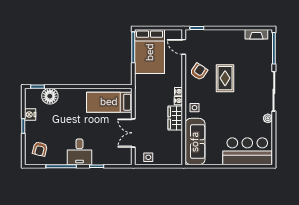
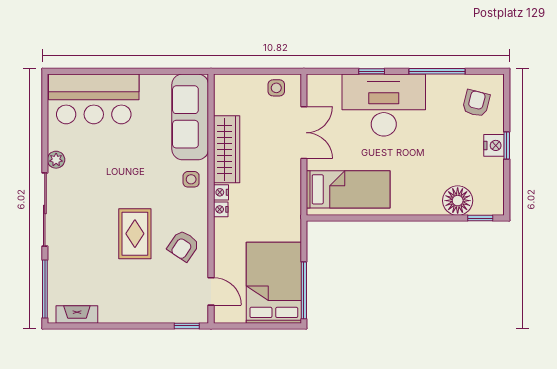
nightstand: (30, 115) -> (494, 145), moved
wardrobe: (175, 118) -> (227, 149), width x1.50
desk: (79, 152) -> (384, 105), width x1.87, depth x1.30

